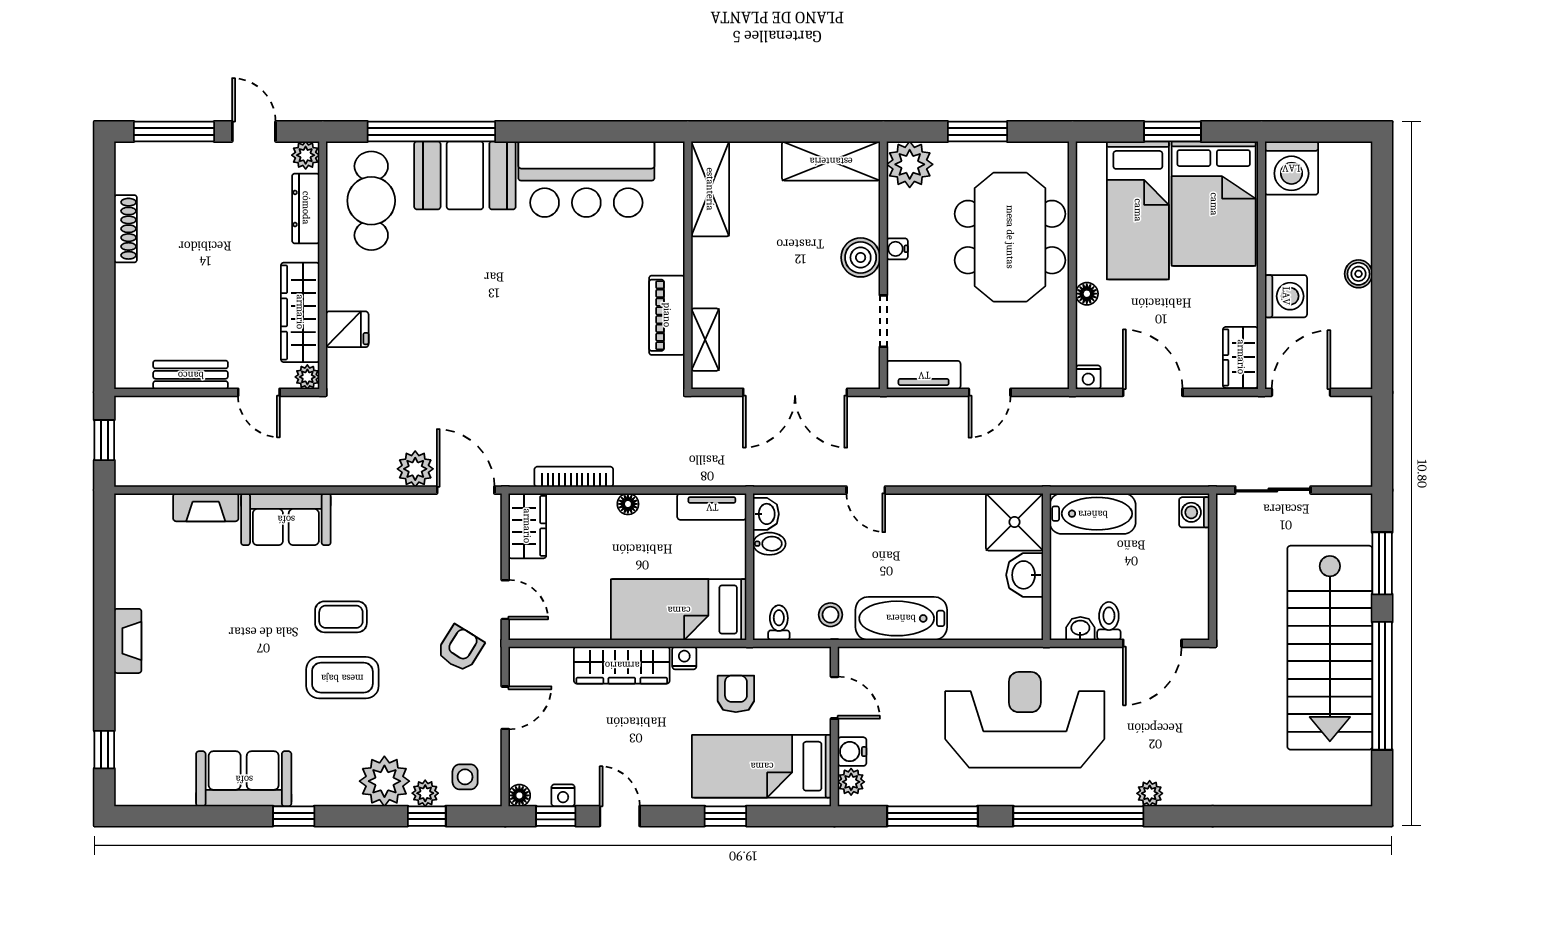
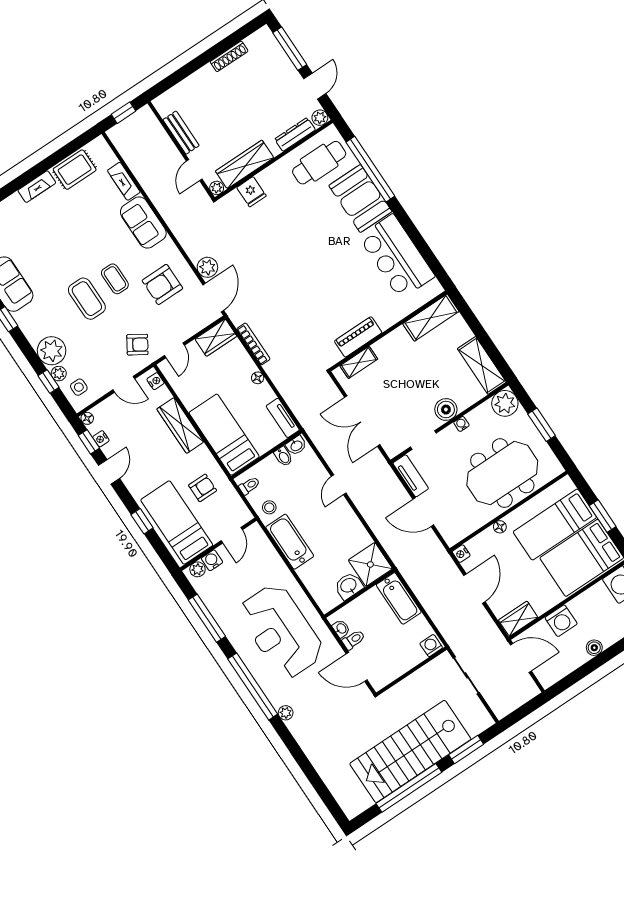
door: (990, 392) -> (423, 512), width x1.38
armchair: (396, 552) -> (162, 284), added
rug: (140, 568) -> (75, 170), added
nightstand: (684, 658) -> (155, 381), moved
reception desk: (1025, 720) -> (281, 631), turned 180

